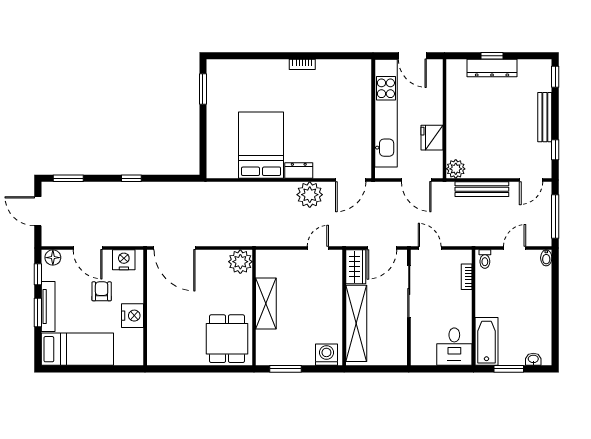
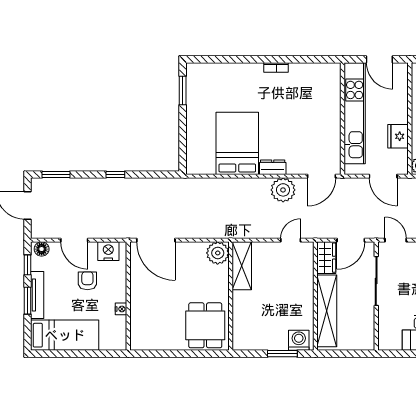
shelving: (266, 303) -> (242, 266), moved
nightstand: (133, 316) -> (121, 309), width x0.53, depth x0.56
window: (285, 369) -> (282, 354), moved

